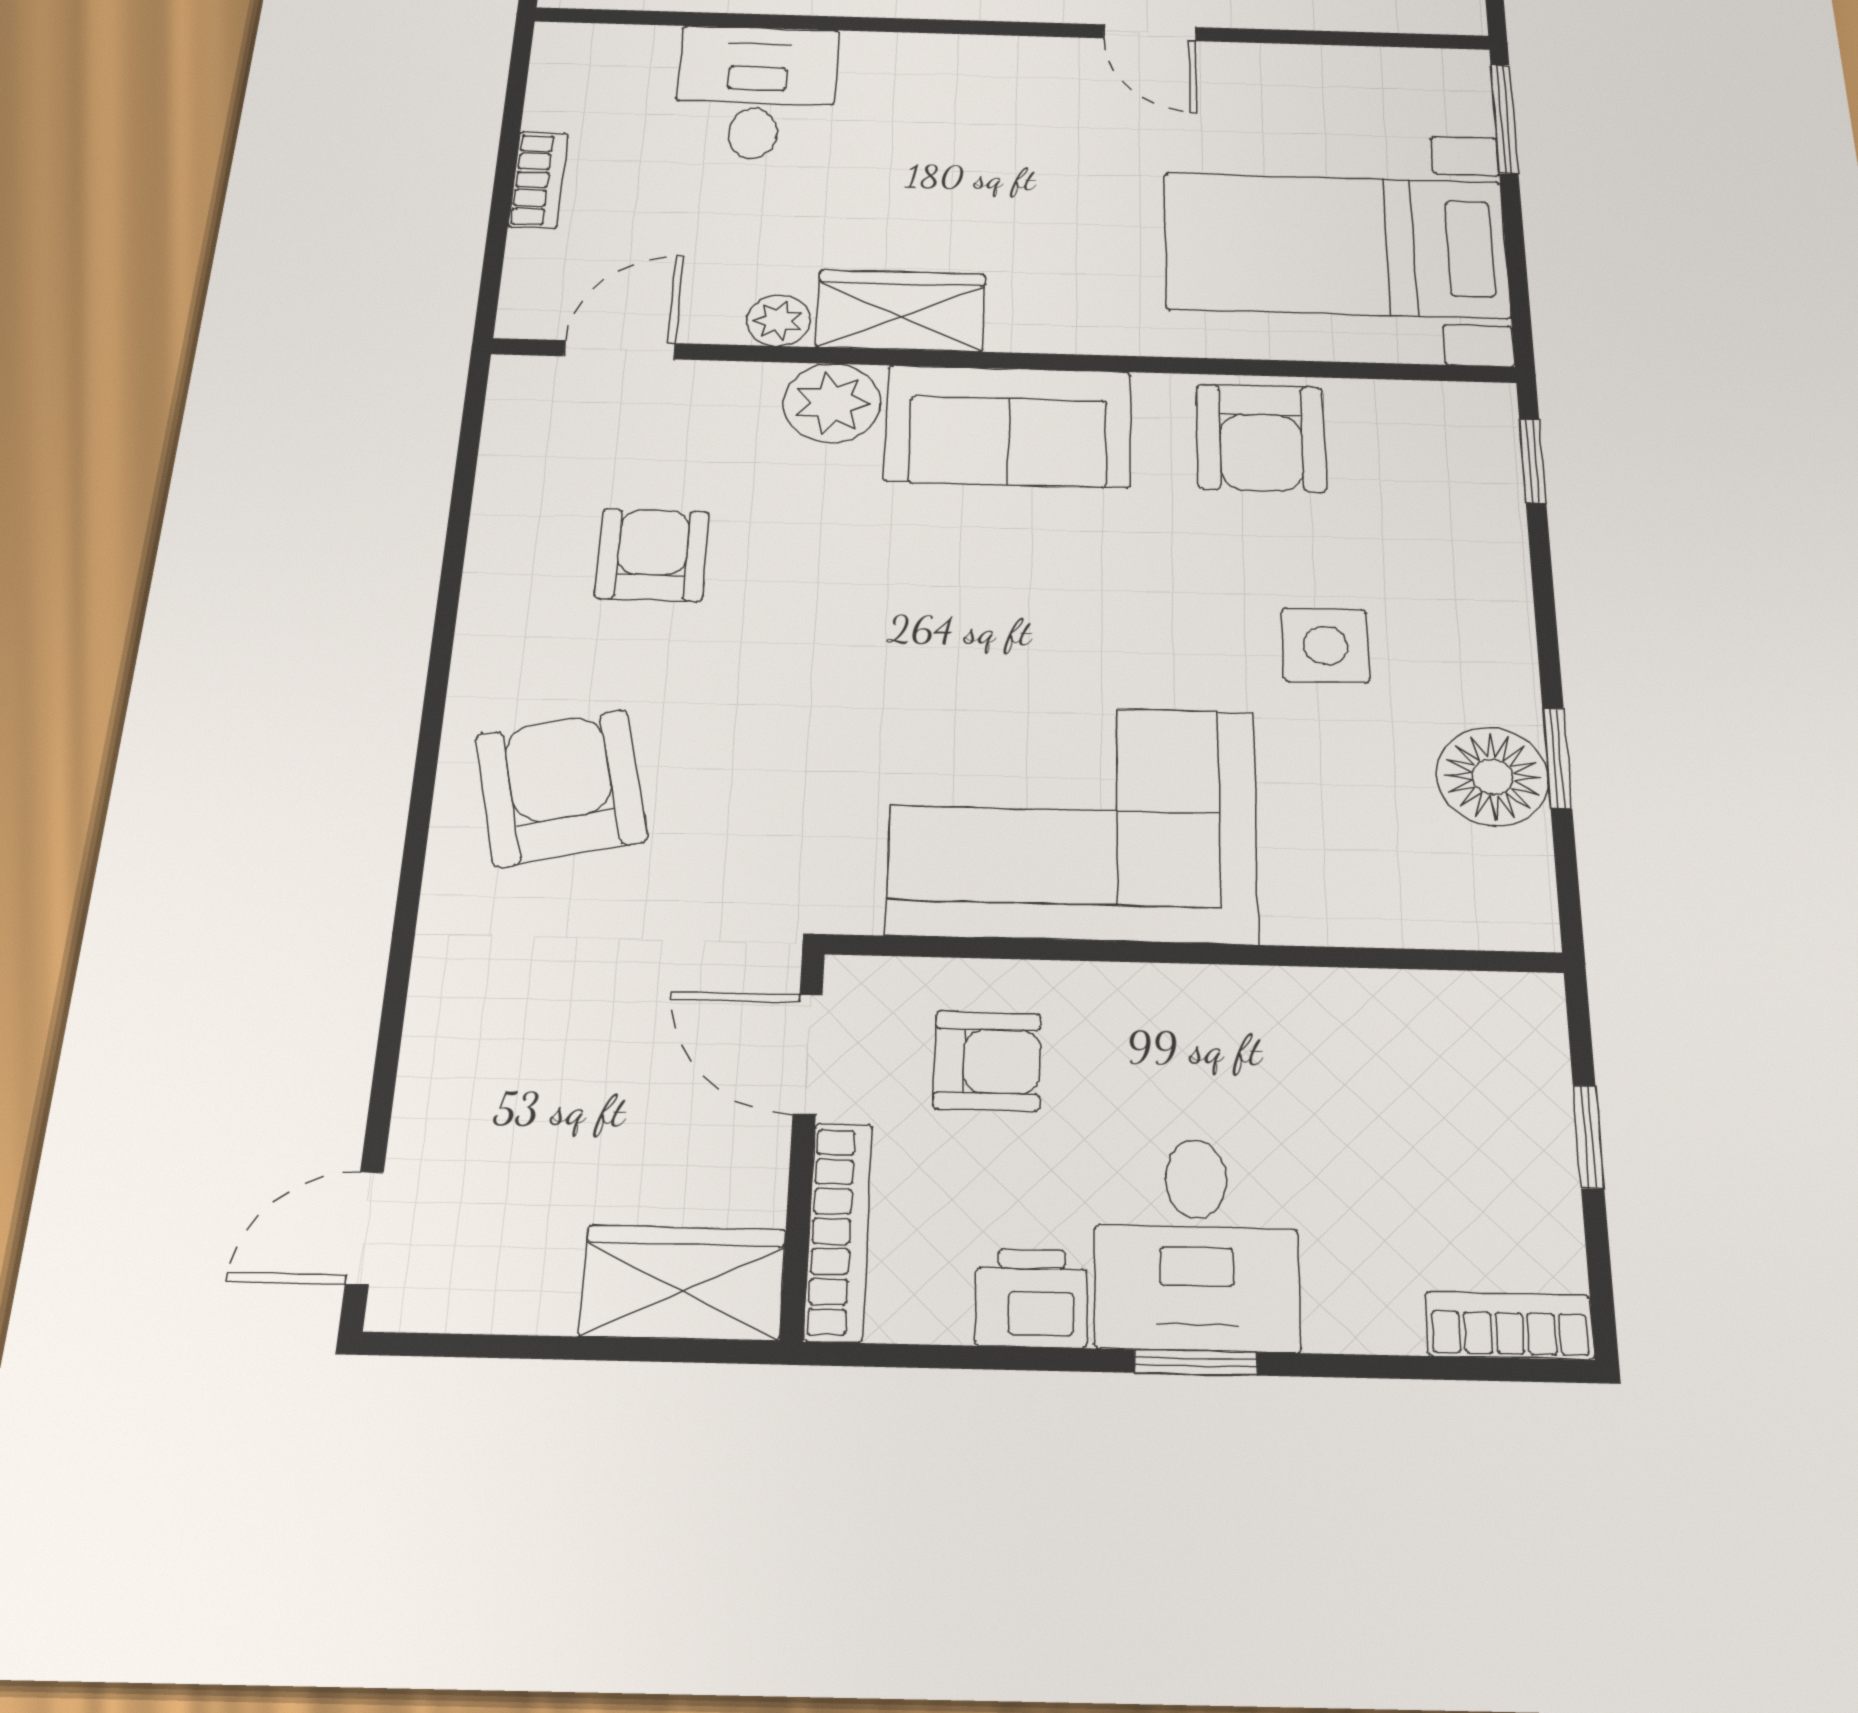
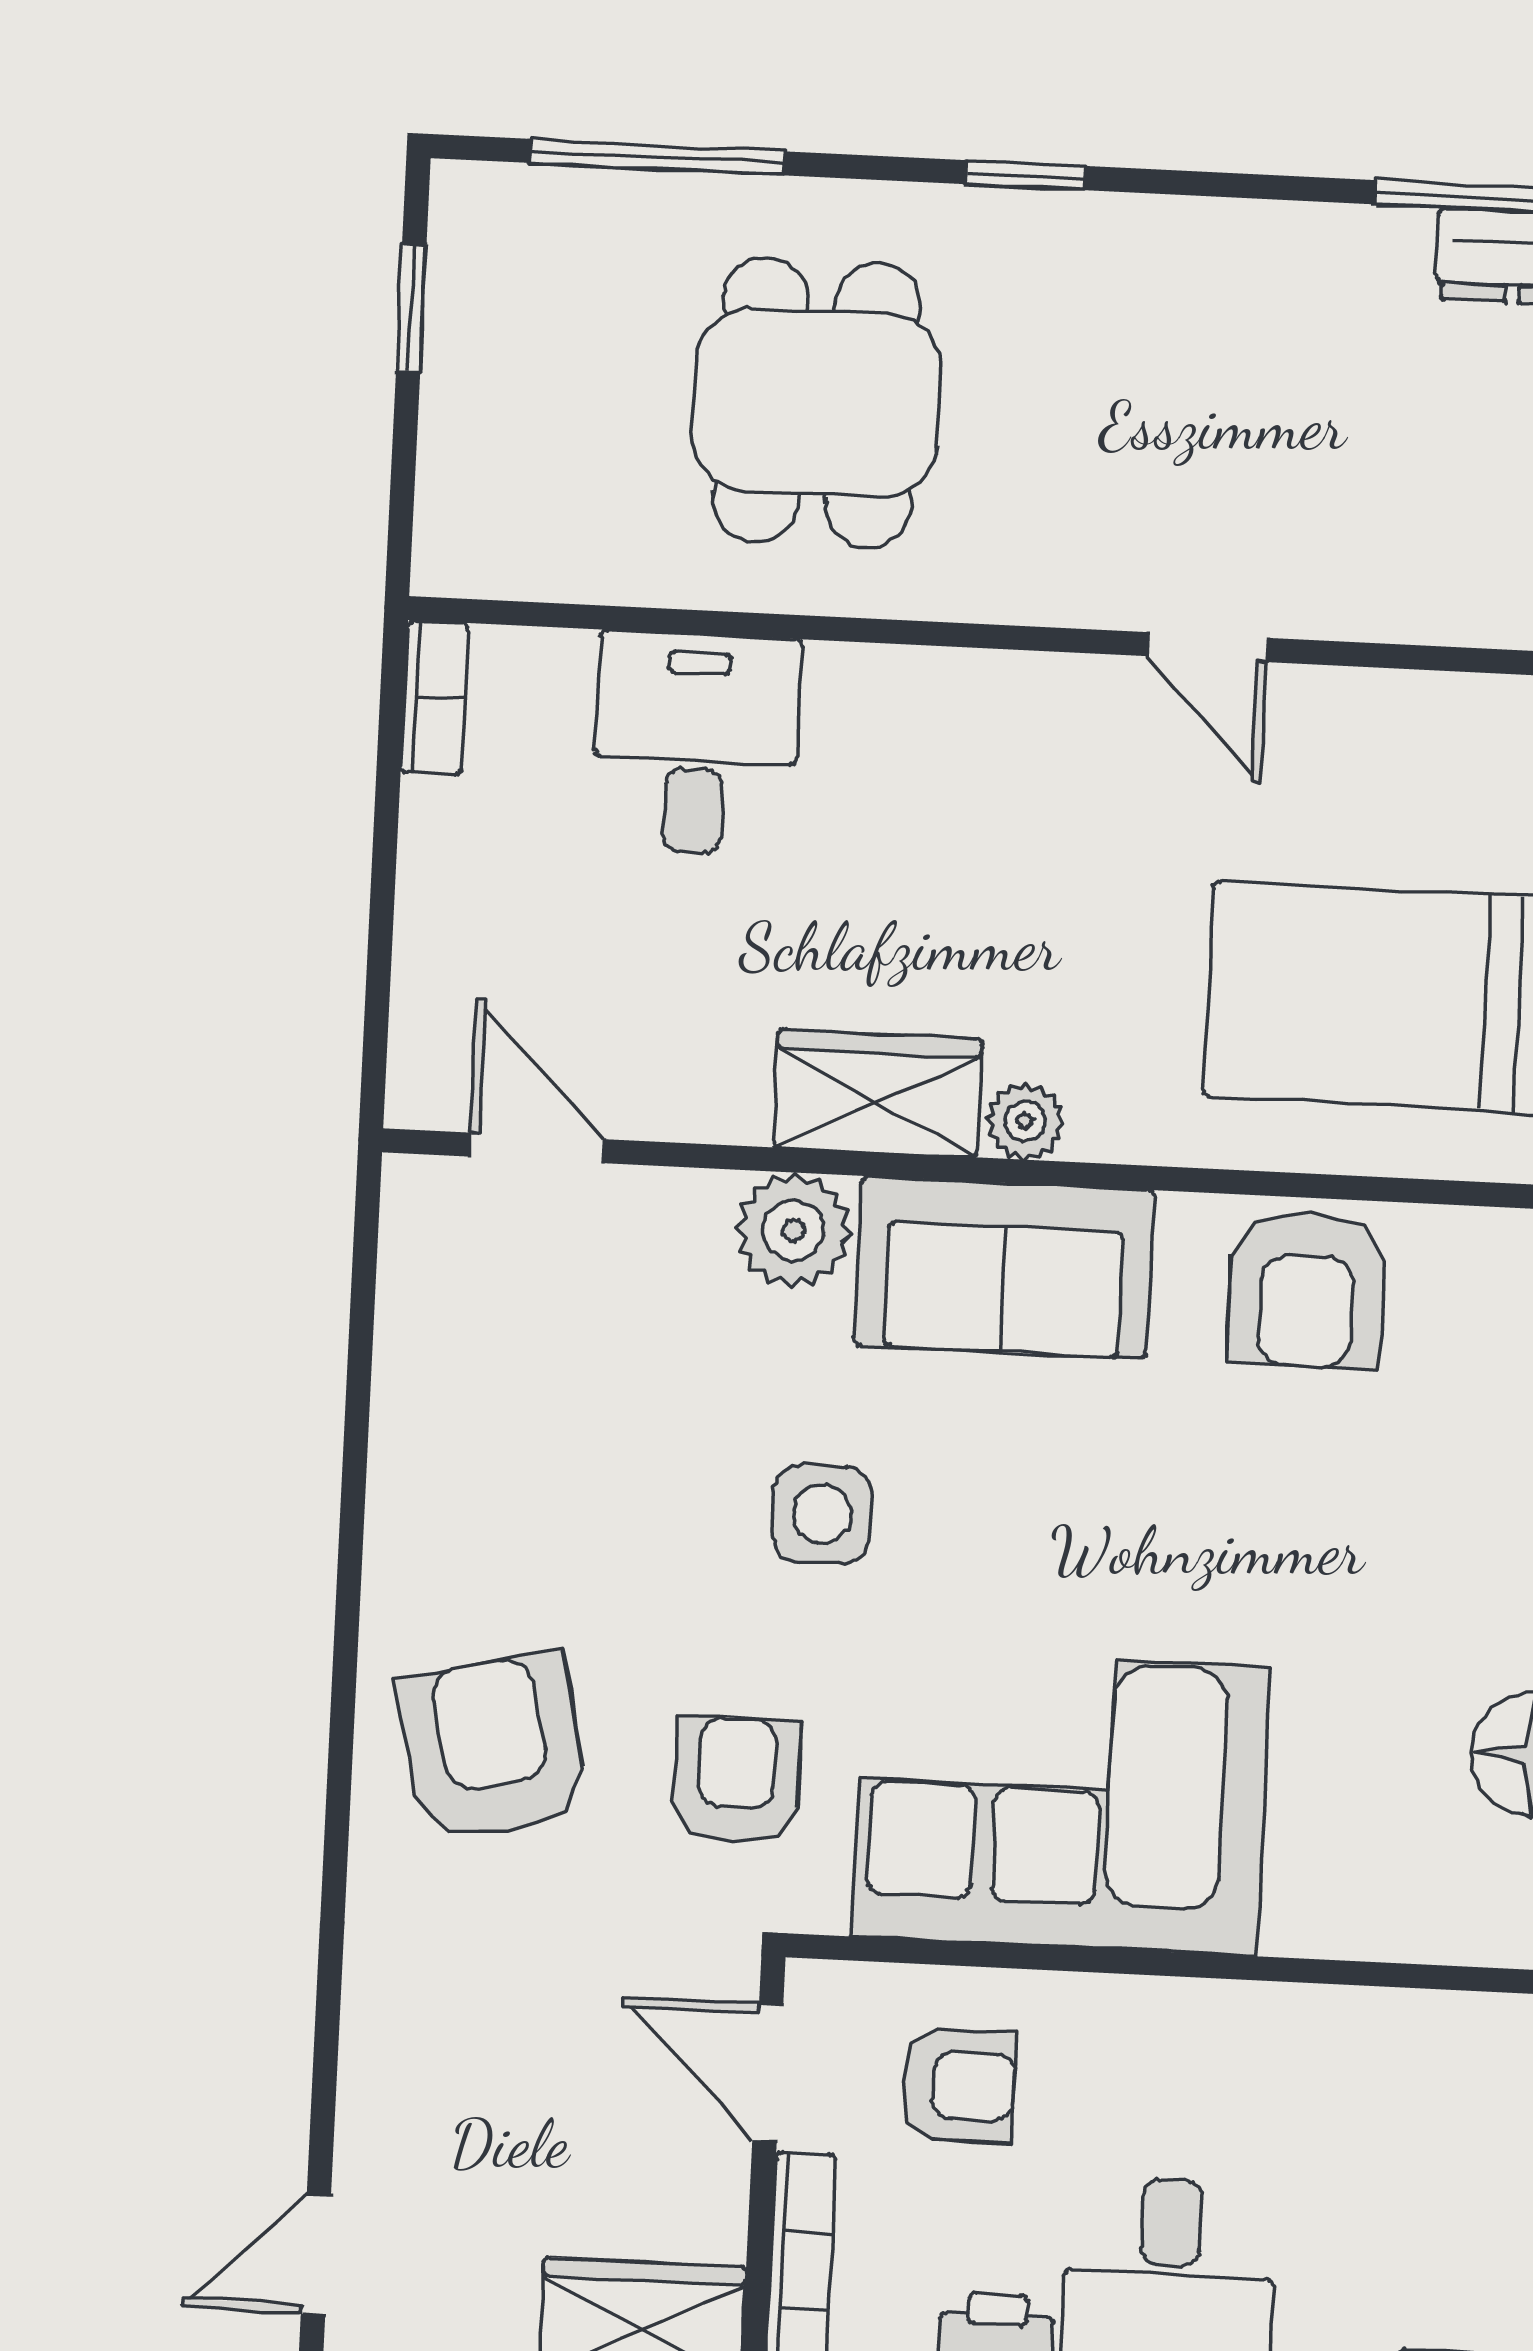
bookcase: (538, 180) -> (435, 698), moved
plant: (778, 321) -> (1025, 1121), moved
door: (619, 350) -> (536, 1148), hinge flipped
armchair: (652, 555) -> (736, 1780), moved
side table: (1325, 645) -> (822, 1514), moved

